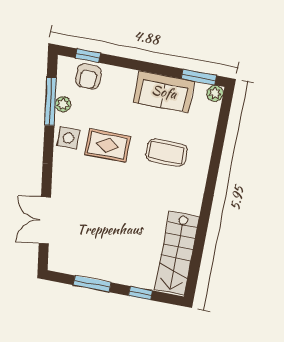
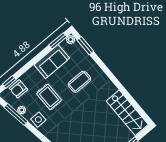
armchair: (88, 76) -> (18, 89), turned 90
window: (223, 120) -> (85, 46), added
rug: (108, 145) -> (49, 97), moved, turned 90

